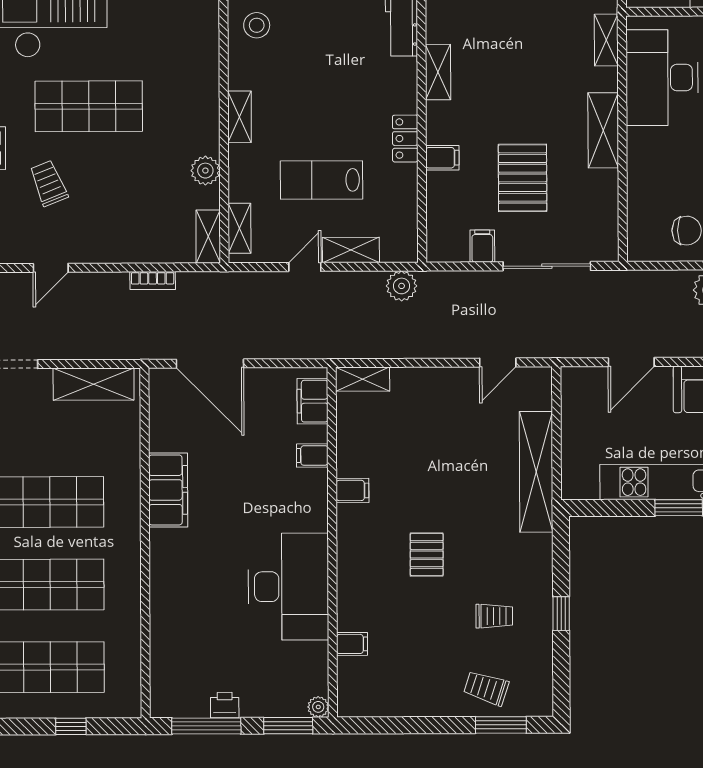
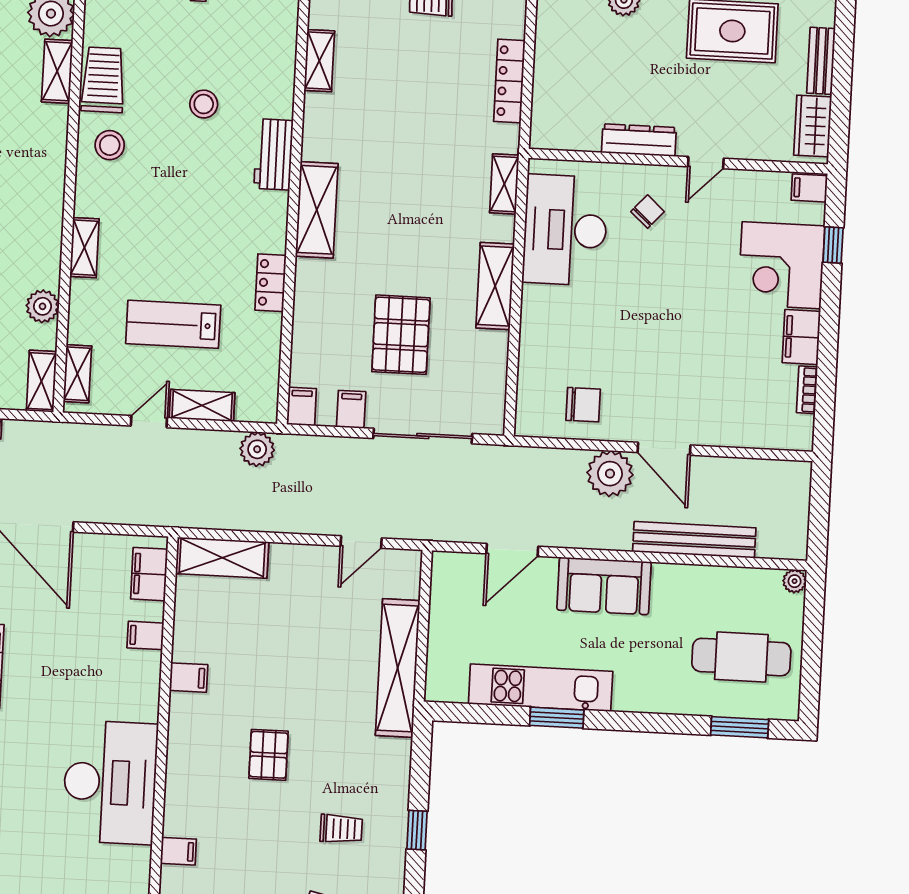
shelving: (438, 72) -> (317, 210), width x1.50, depth x1.33
filing cabinet: (442, 158) -> (302, 406), moved, turned -90
shelving: (363, 379) -> (222, 558), width x1.50, depth x1.33

